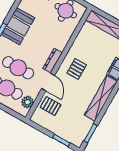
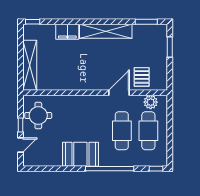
dresser: (53, 61) -> (95, 100), removed
pallet: (77, 69) -> (90, 72), removed

